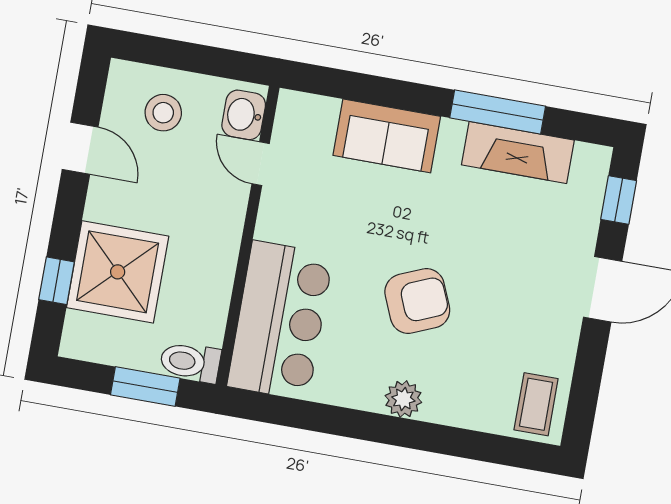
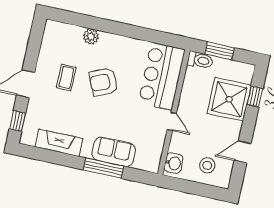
window: (498, 112) -> (103, 168), moved
door: (80, 148) -> (243, 152), hinge flipped
door: (261, 164) -> (172, 121), moved
plant: (403, 399) -> (91, 37), moved
coffee table: (536, 404) -> (66, 78), moved

